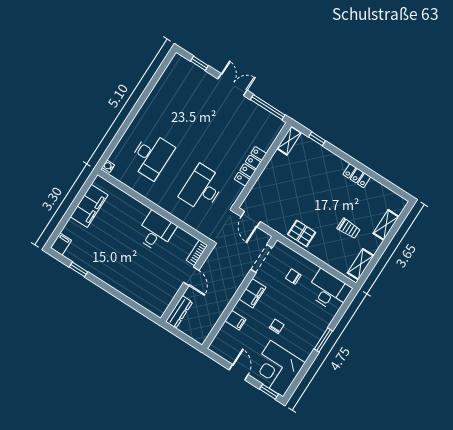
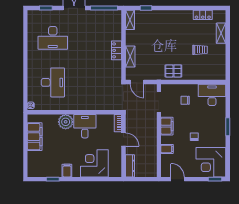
locker: (250, 166) -> (116, 50), width x0.66
locker: (357, 176) -> (203, 15), moved
desk: (202, 188) -> (53, 38), moved, turned -90
plant: (137, 212) -> (66, 122), added
filing cabinet: (61, 244) -> (67, 171), moved
shelving: (361, 264) -> (130, 56), moved
corner desk: (139, 282) -> (94, 163), added
door: (239, 372) -> (178, 179), moved

